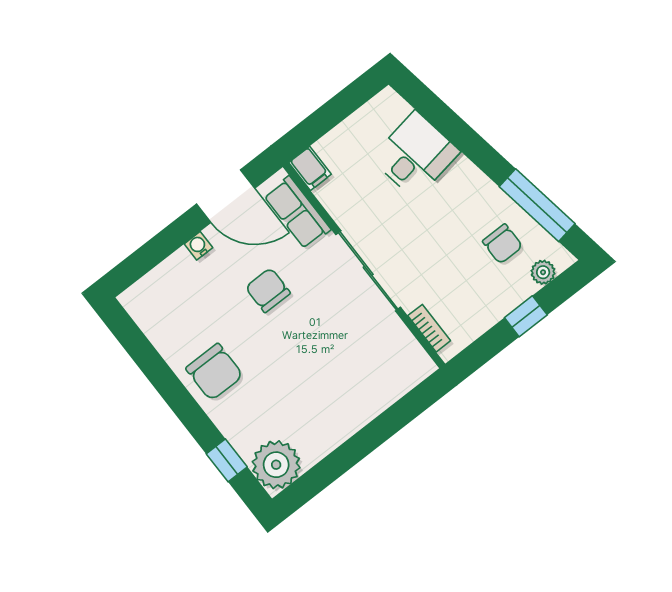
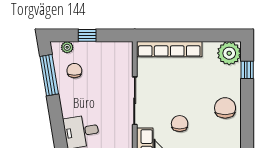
chair: (268, 290) -> (180, 124), turned 180
bookcase: (429, 328) -> (128, 60), removed
row of seats: (377, 397) -> (169, 49), added

